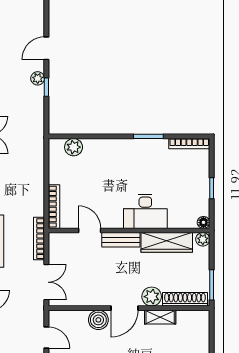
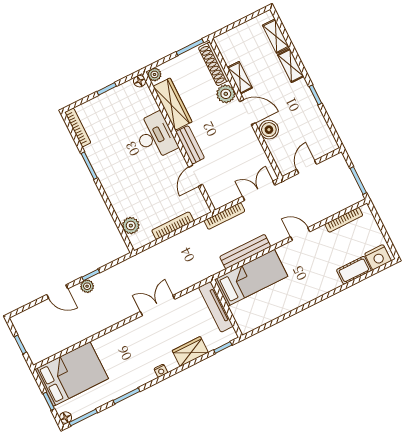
bookcase: (54, 207) -> (173, 226), moved

